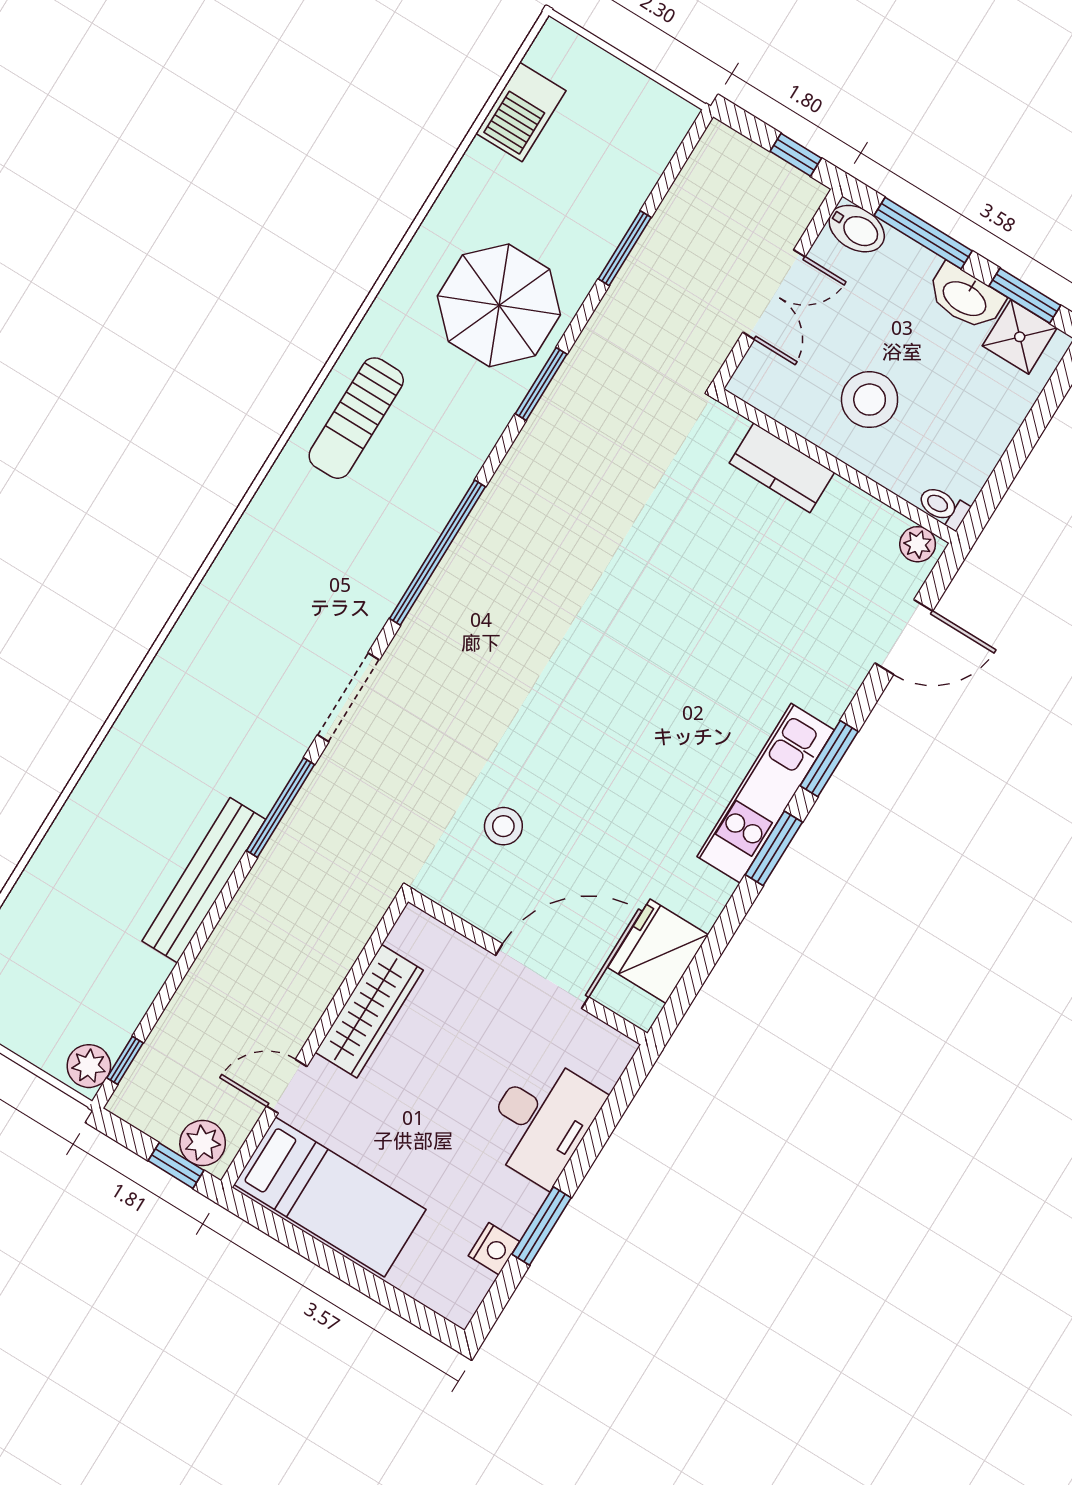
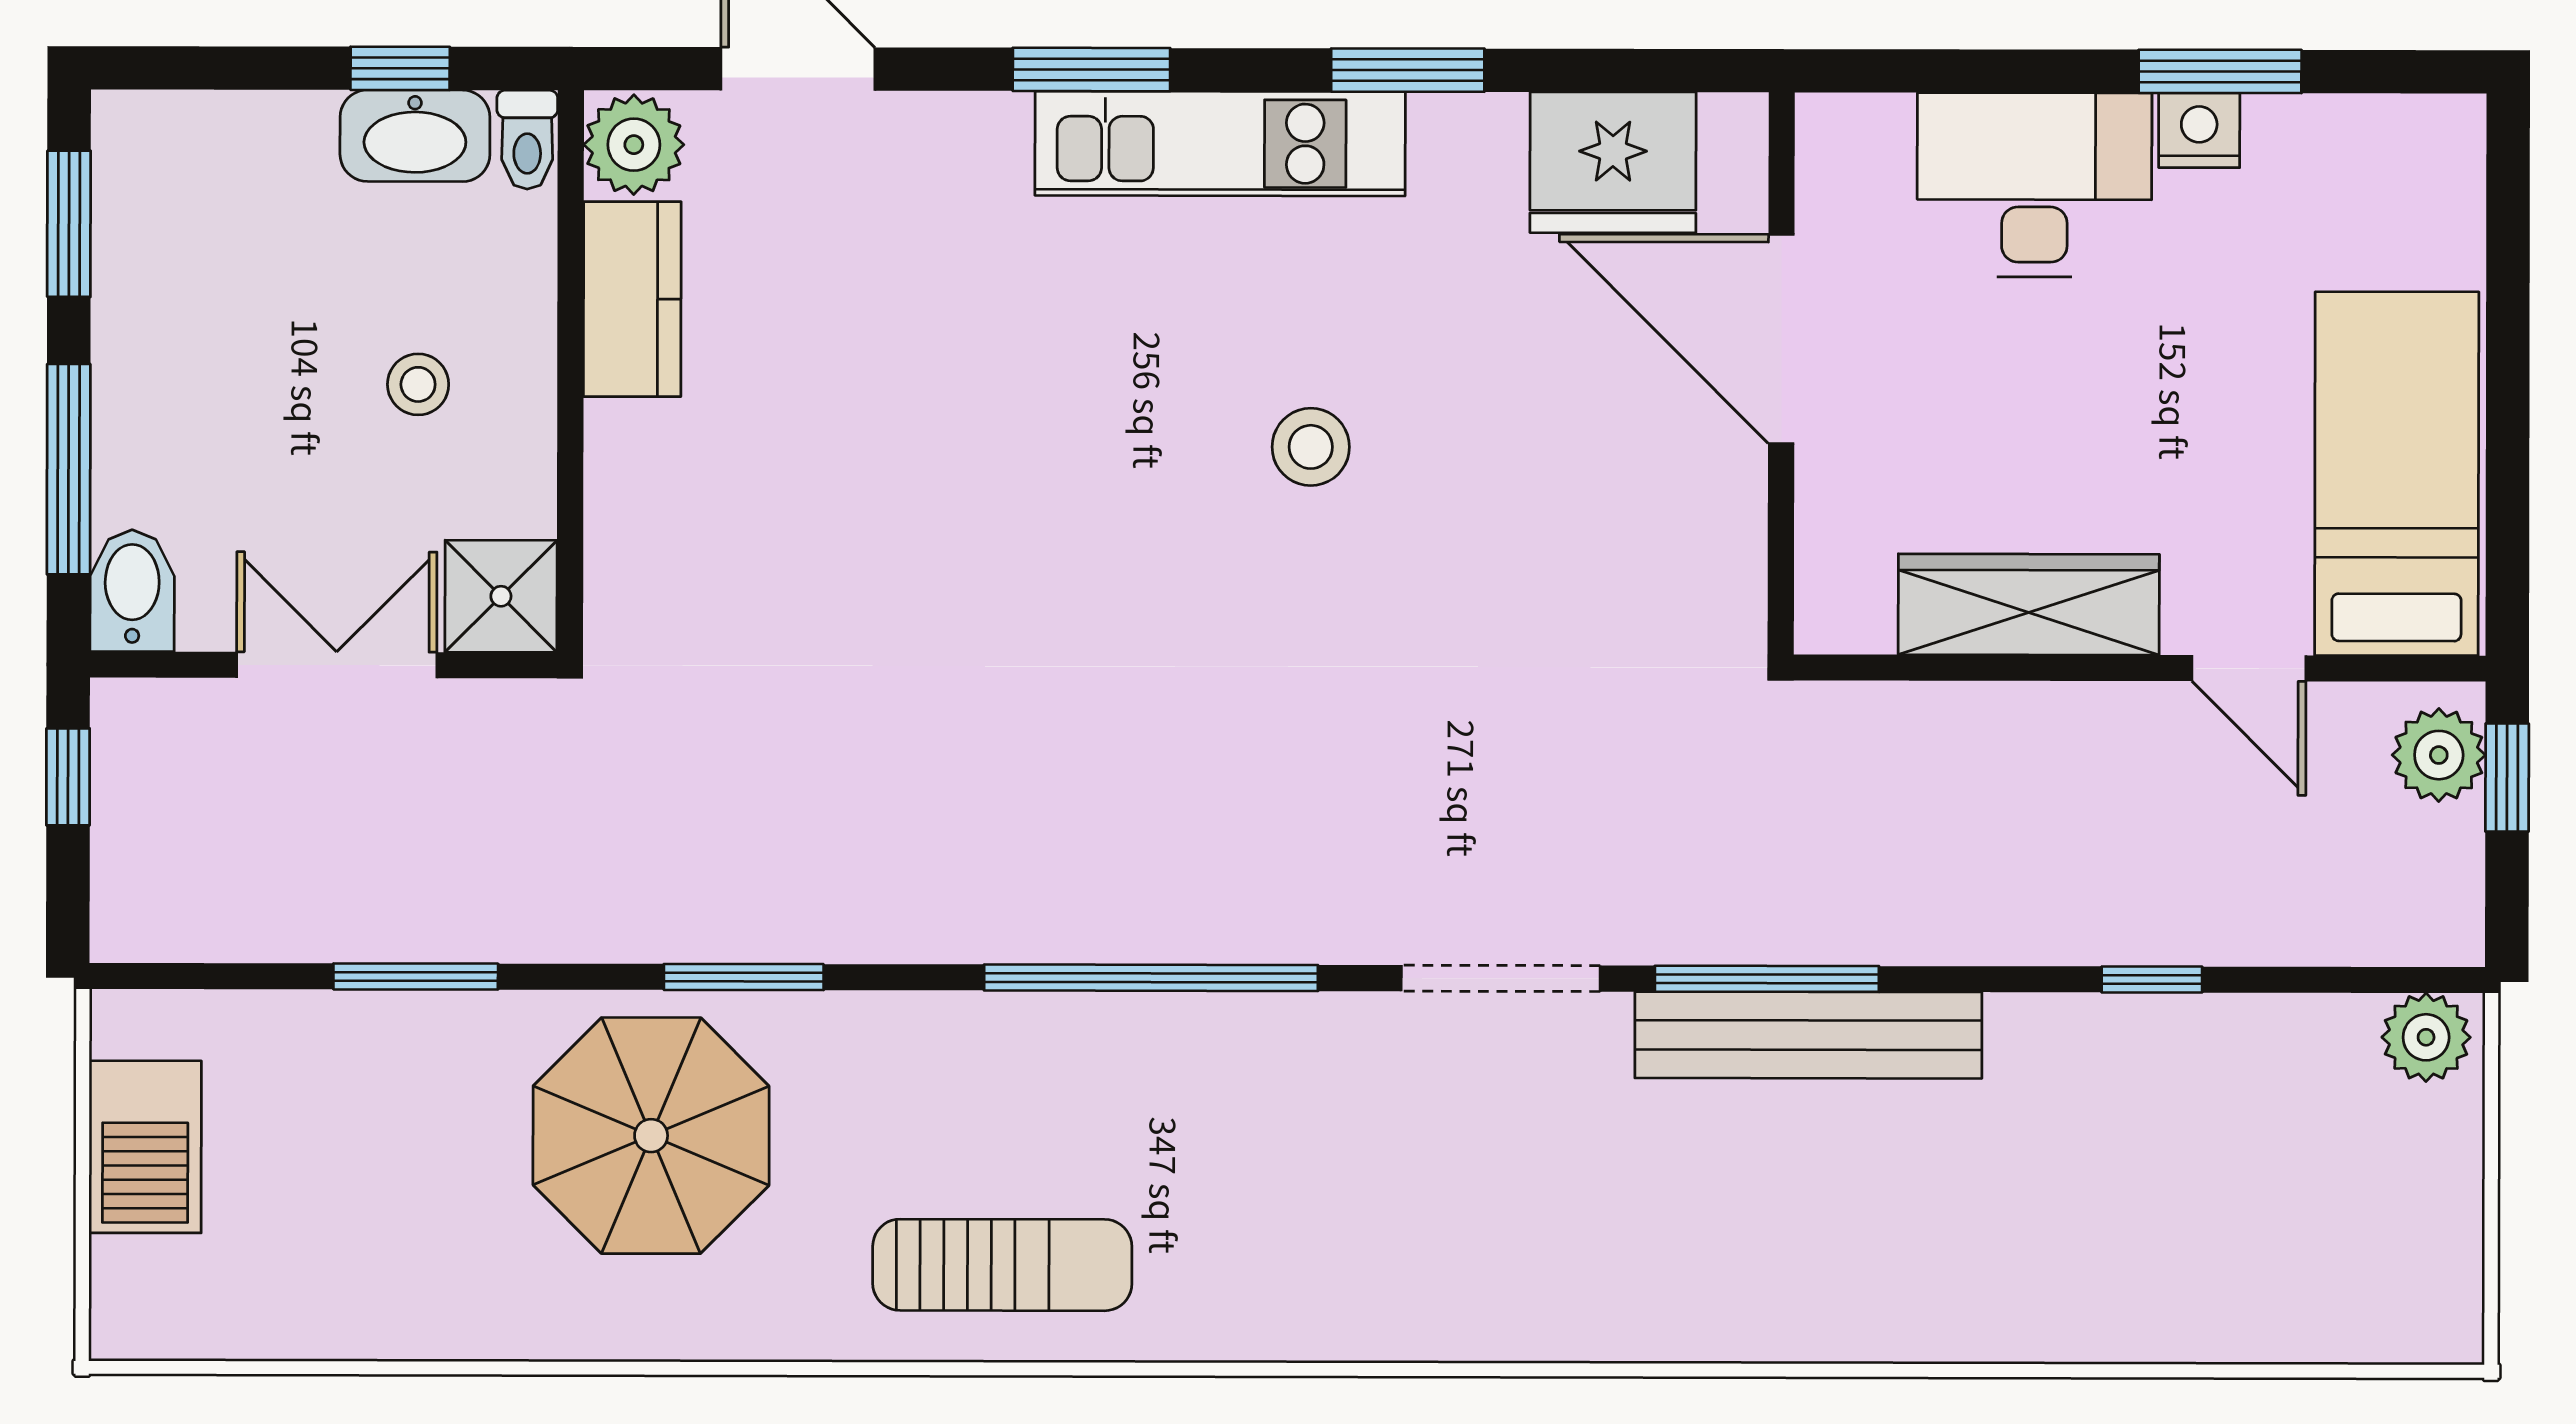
barbecue: (521, 112) -> (145, 1147), moved, turned 90
washbasin: (965, 297) -> (415, 136), moved, turned 90
shower: (1020, 337) -> (501, 596), moved
stool: (870, 400) -> (418, 384), width x0.53, depth x0.53
kitchen counter: (782, 468) -> (632, 299), moved
window: (1005, 472) -> (400, 68), added
plant: (918, 544) -> (634, 145), width x1.38, depth x1.38
stool: (503, 826) -> (1311, 447), moved
window: (774, 848) -> (1408, 70), moved
bench: (204, 880) -> (1808, 1035), moved
window: (125, 1060) -> (2152, 980), moved
nightstand: (494, 1249) -> (2199, 130), moved

